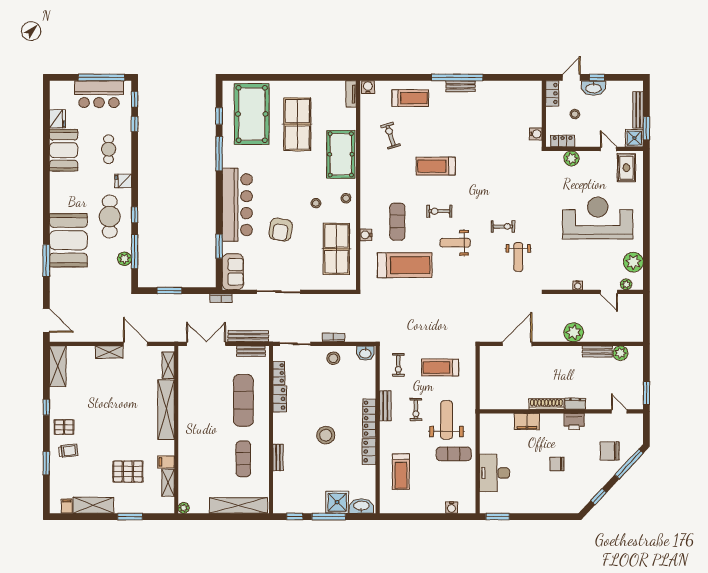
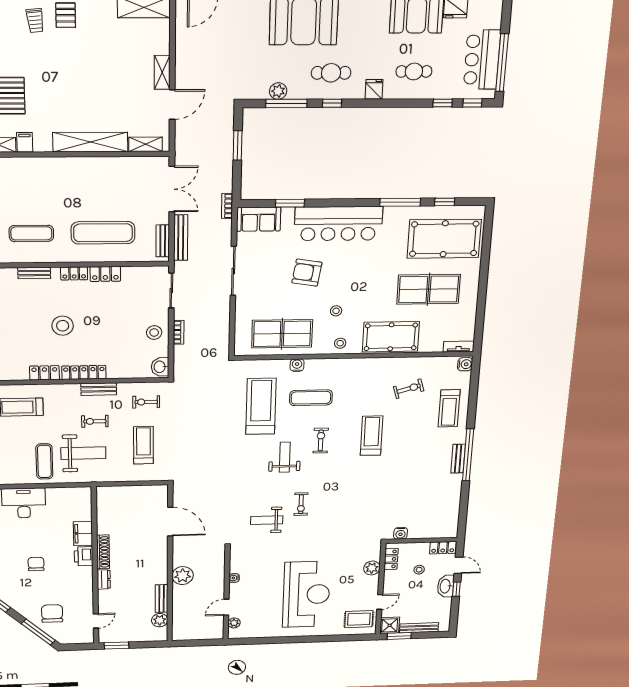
cafe table: (110, 217) -> (331, 73), width x0.73, depth x0.74
plant: (633, 262) -> (258, 629), removed
treadmill: (405, 265) -> (261, 406), turned 180
locker: (279, 373) -> (74, 273), moved
printer: (574, 421) -> (84, 556), moved

